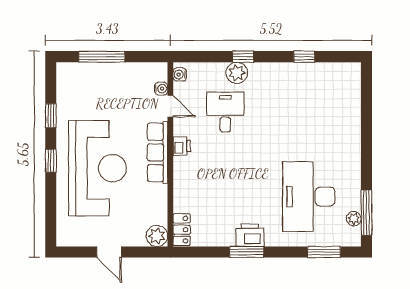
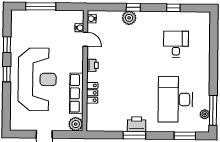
desk: (225, 112) -> (176, 44), moved
row of seats: (158, 152) -> (76, 93), moved
locker: (182, 230) -> (92, 93), moved

